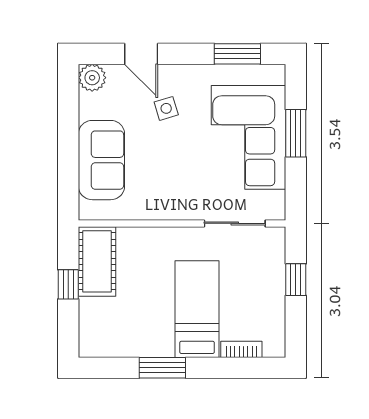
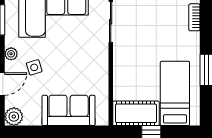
plant: (187, 74) -> (11, 54), added
bed: (197, 309) -> (175, 93), moved, turned 90

